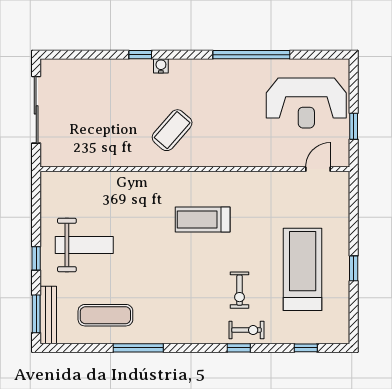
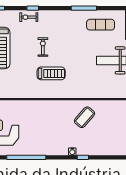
coffee table: (172, 130) -> (84, 117), moved
exercise bike: (240, 290) -> (43, 47), moved

